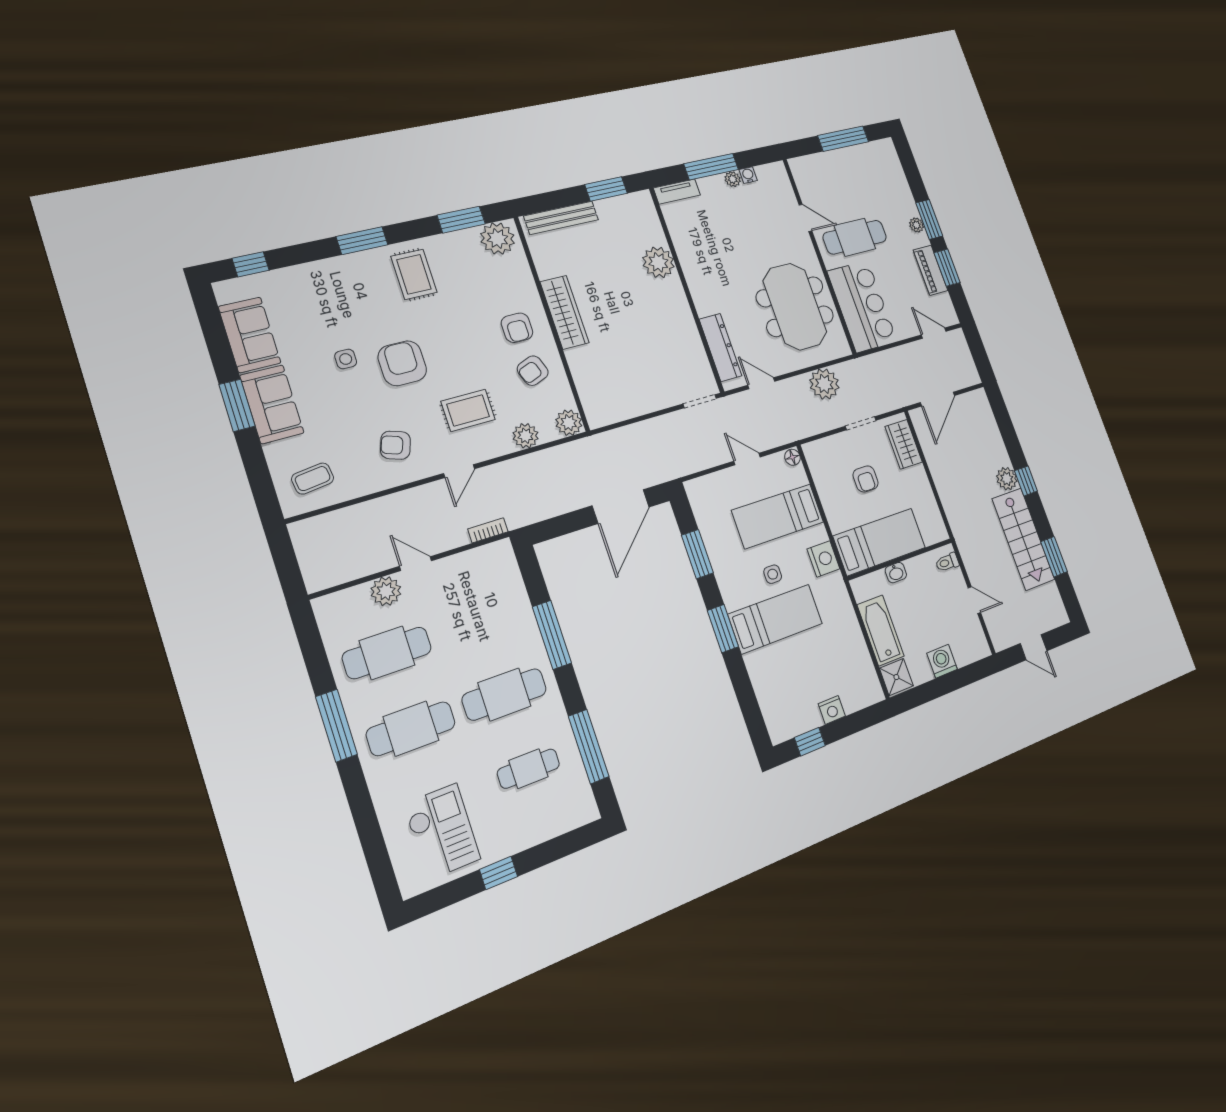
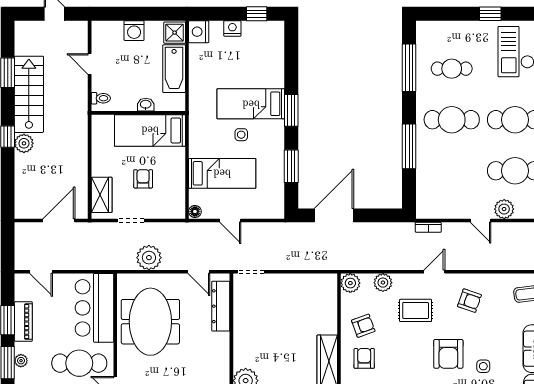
nightstand: (823, 559) -> (199, 32), moved

